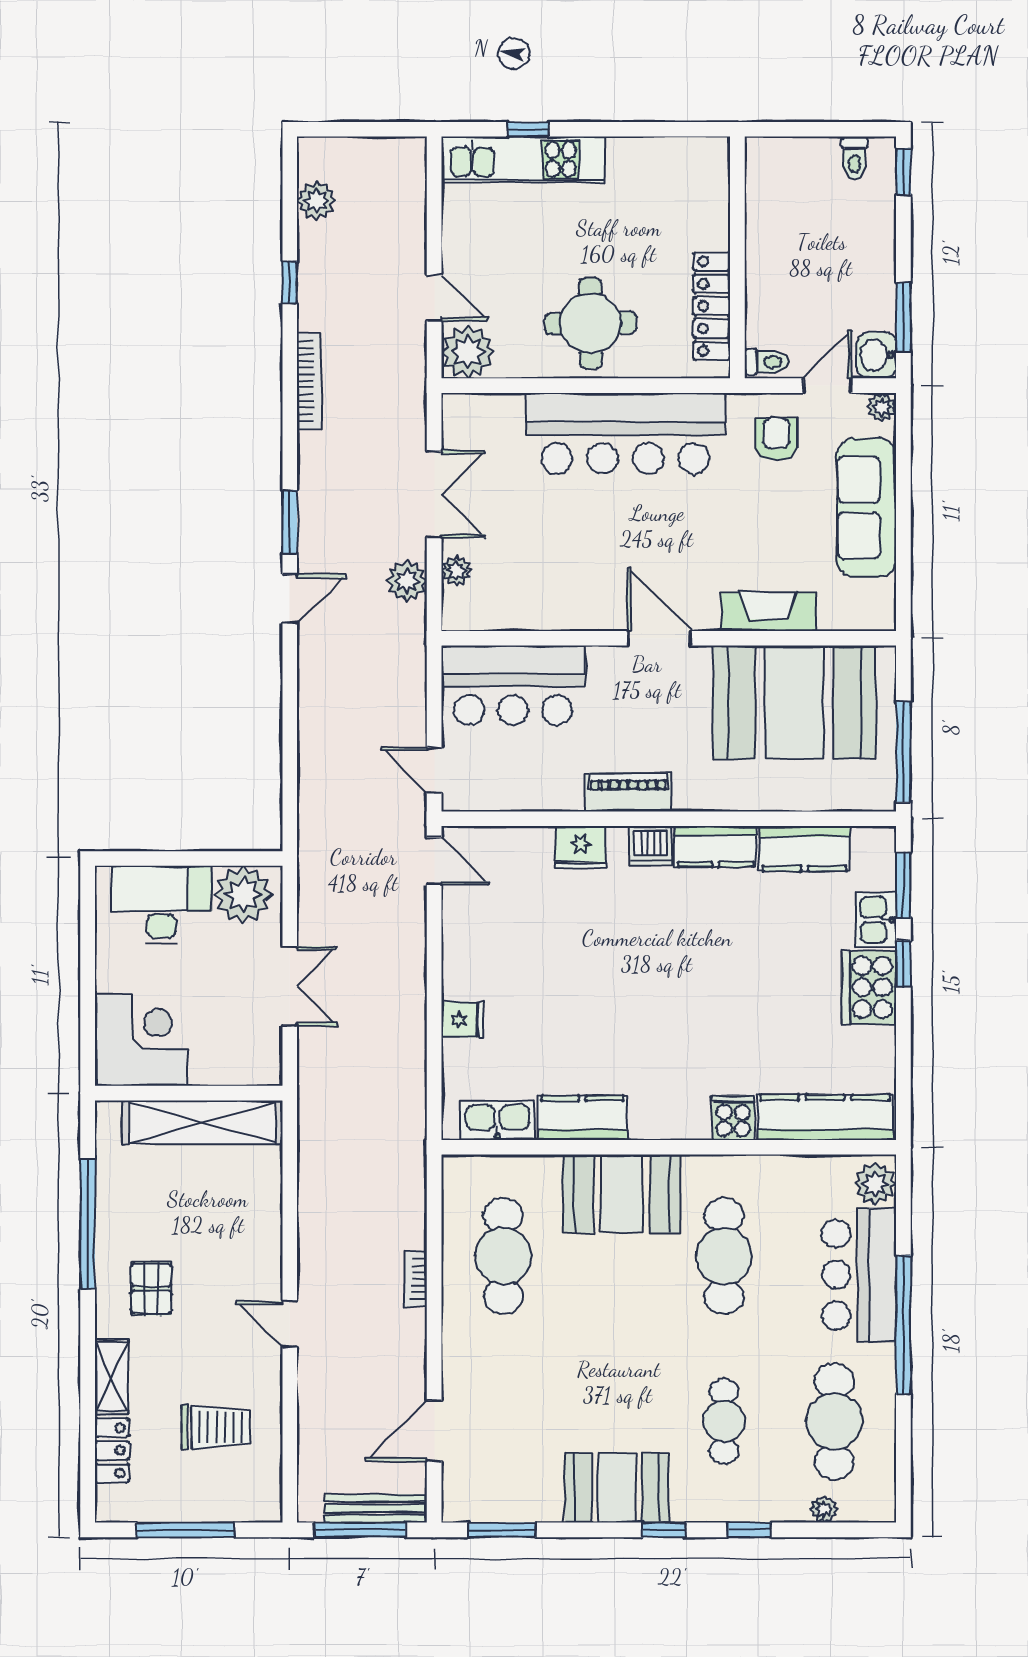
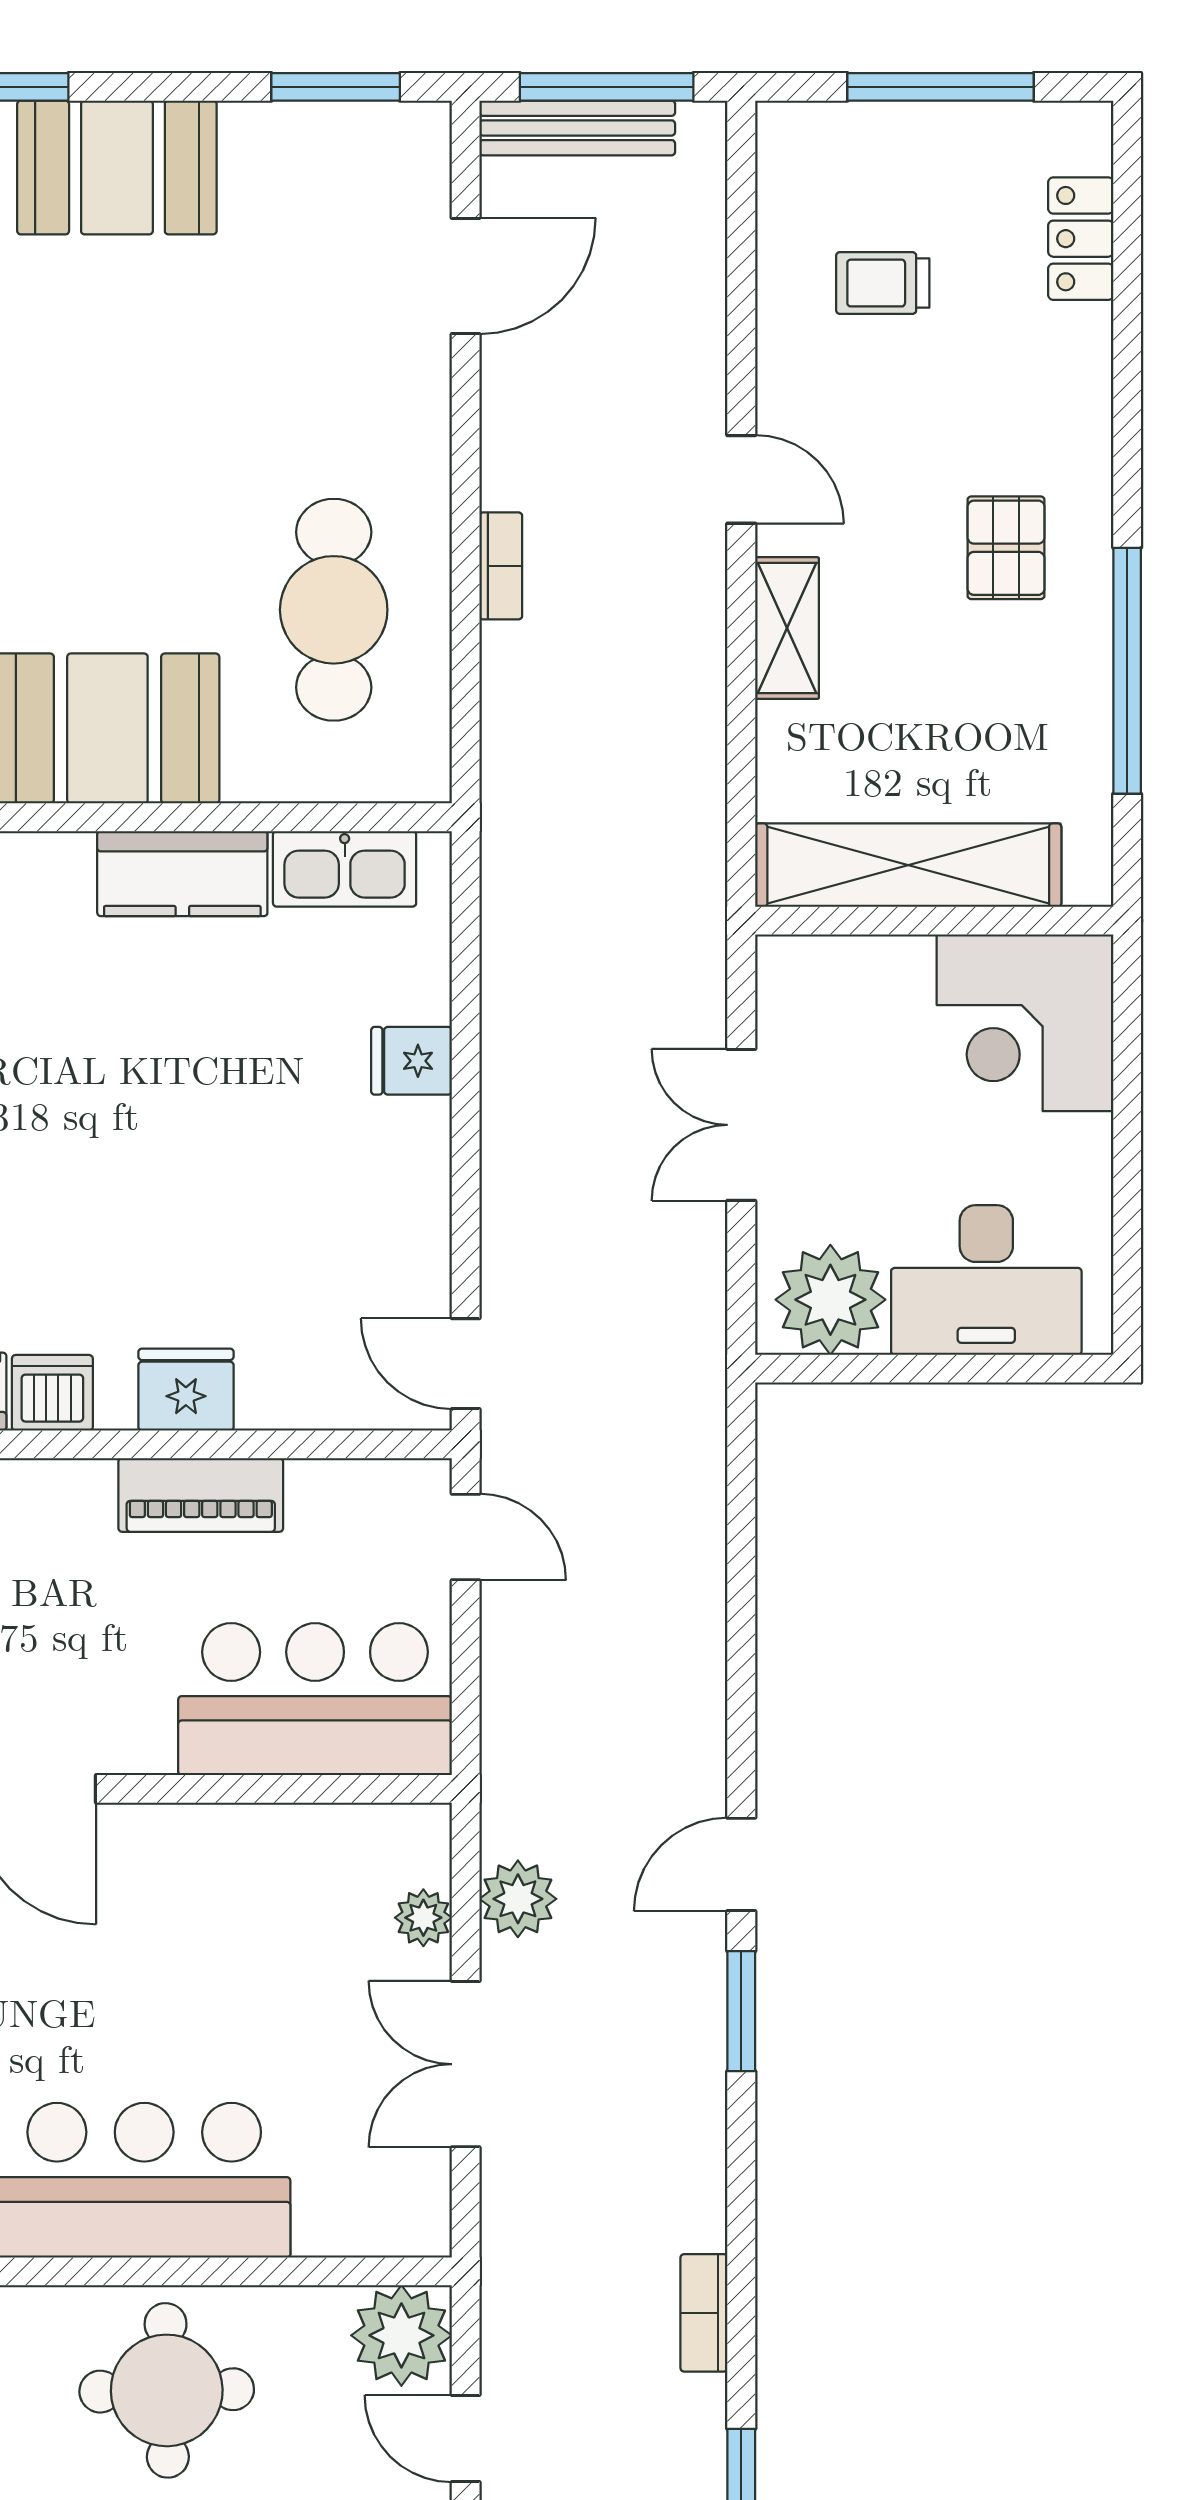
bookcase: (309, 381) -> (704, 2313), width x0.64
piano: (628, 792) -> (201, 1495), moved
shelving: (111, 1376) -> (787, 628), moved
trolley: (216, 1427) -> (883, 283), width x0.73, depth x0.72

